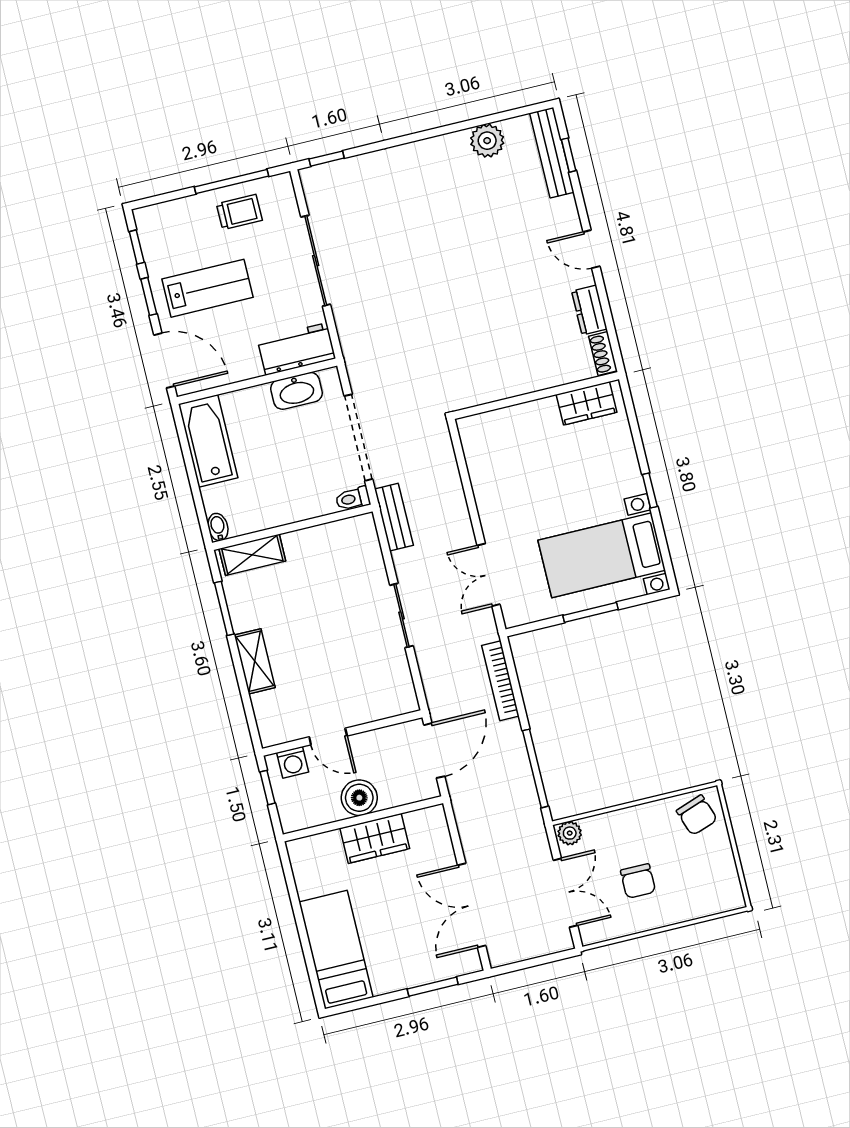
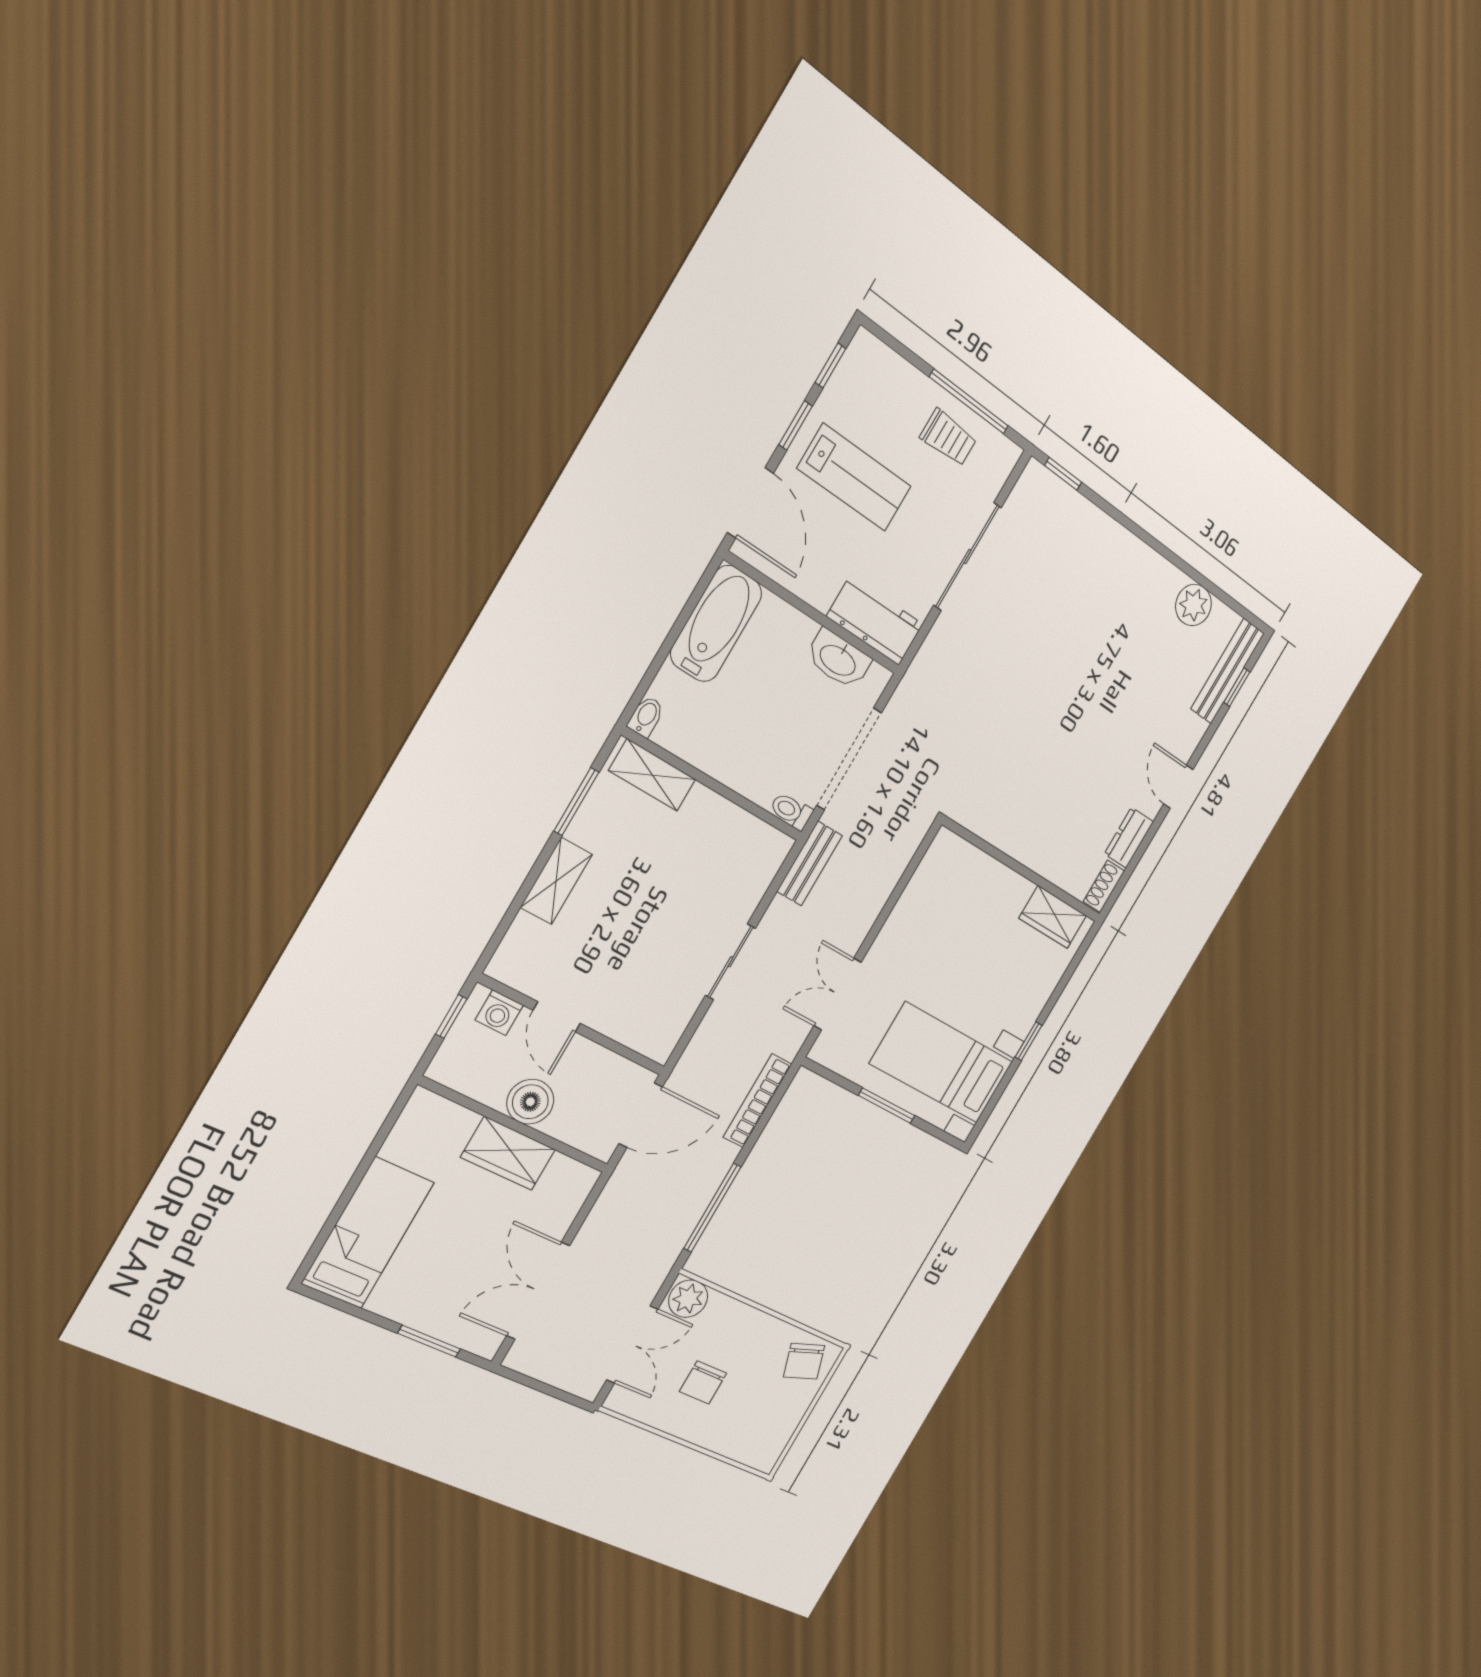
plant: (570, 833) -> (688, 1299), width x1.38, depth x1.38

